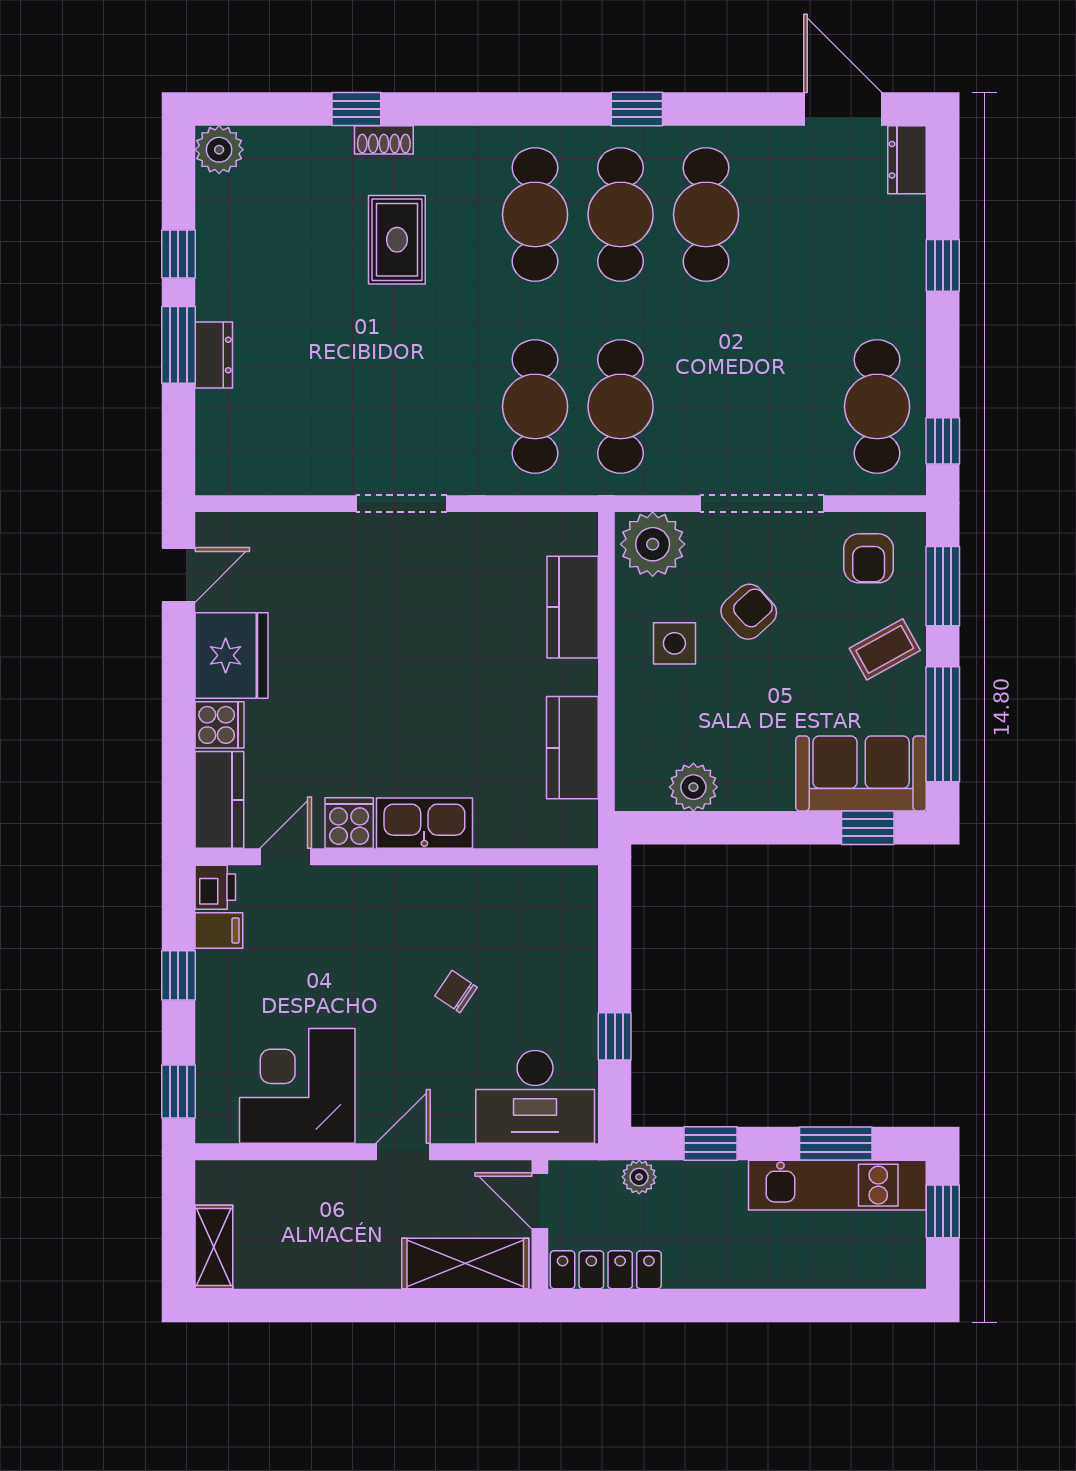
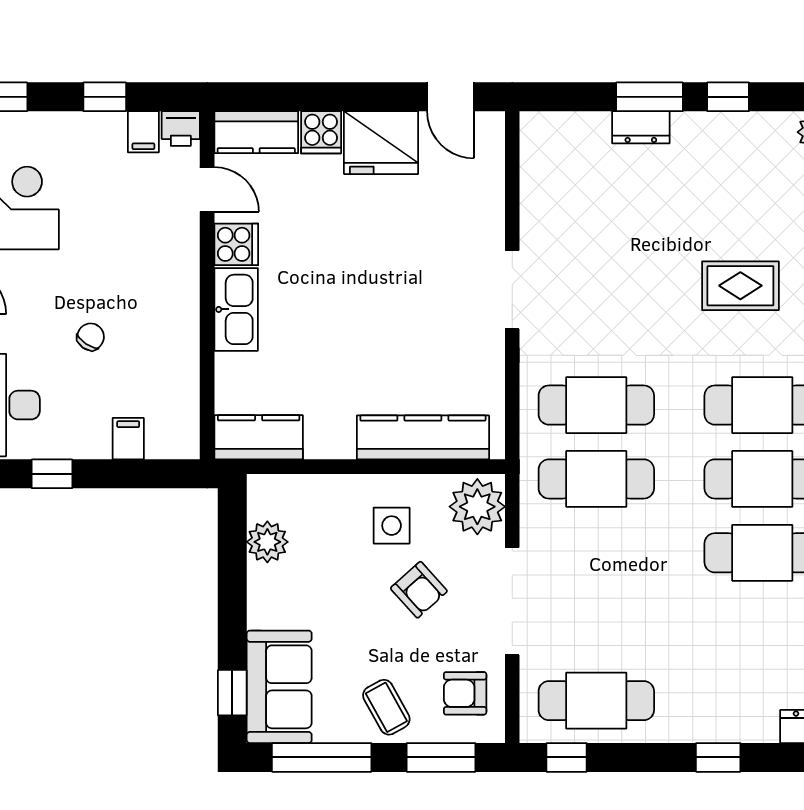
kitchen counter: (573, 607) -> (423, 437), width x1.50
kitchen counter: (572, 748) -> (259, 437), moved
filing cabinet: (574, 948) -> (128, 439), added

